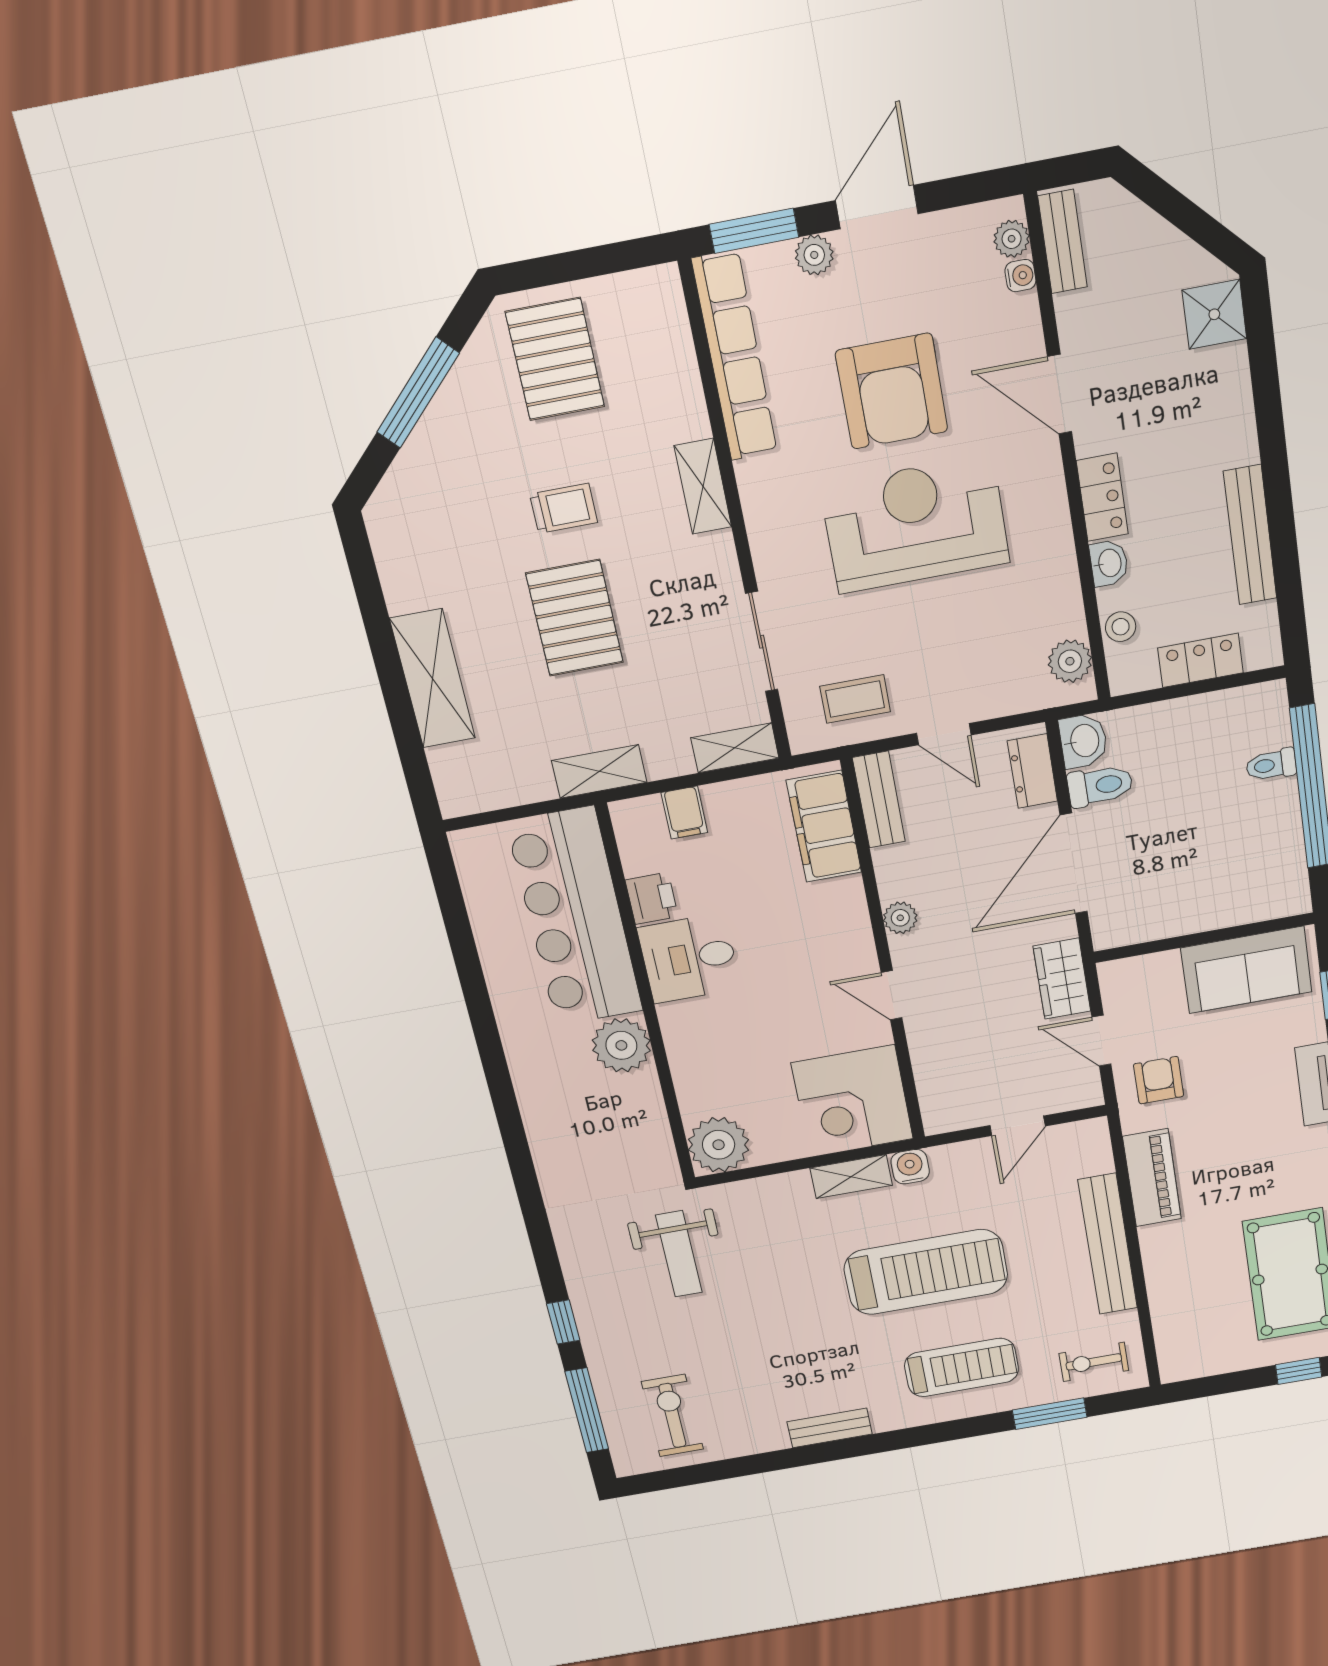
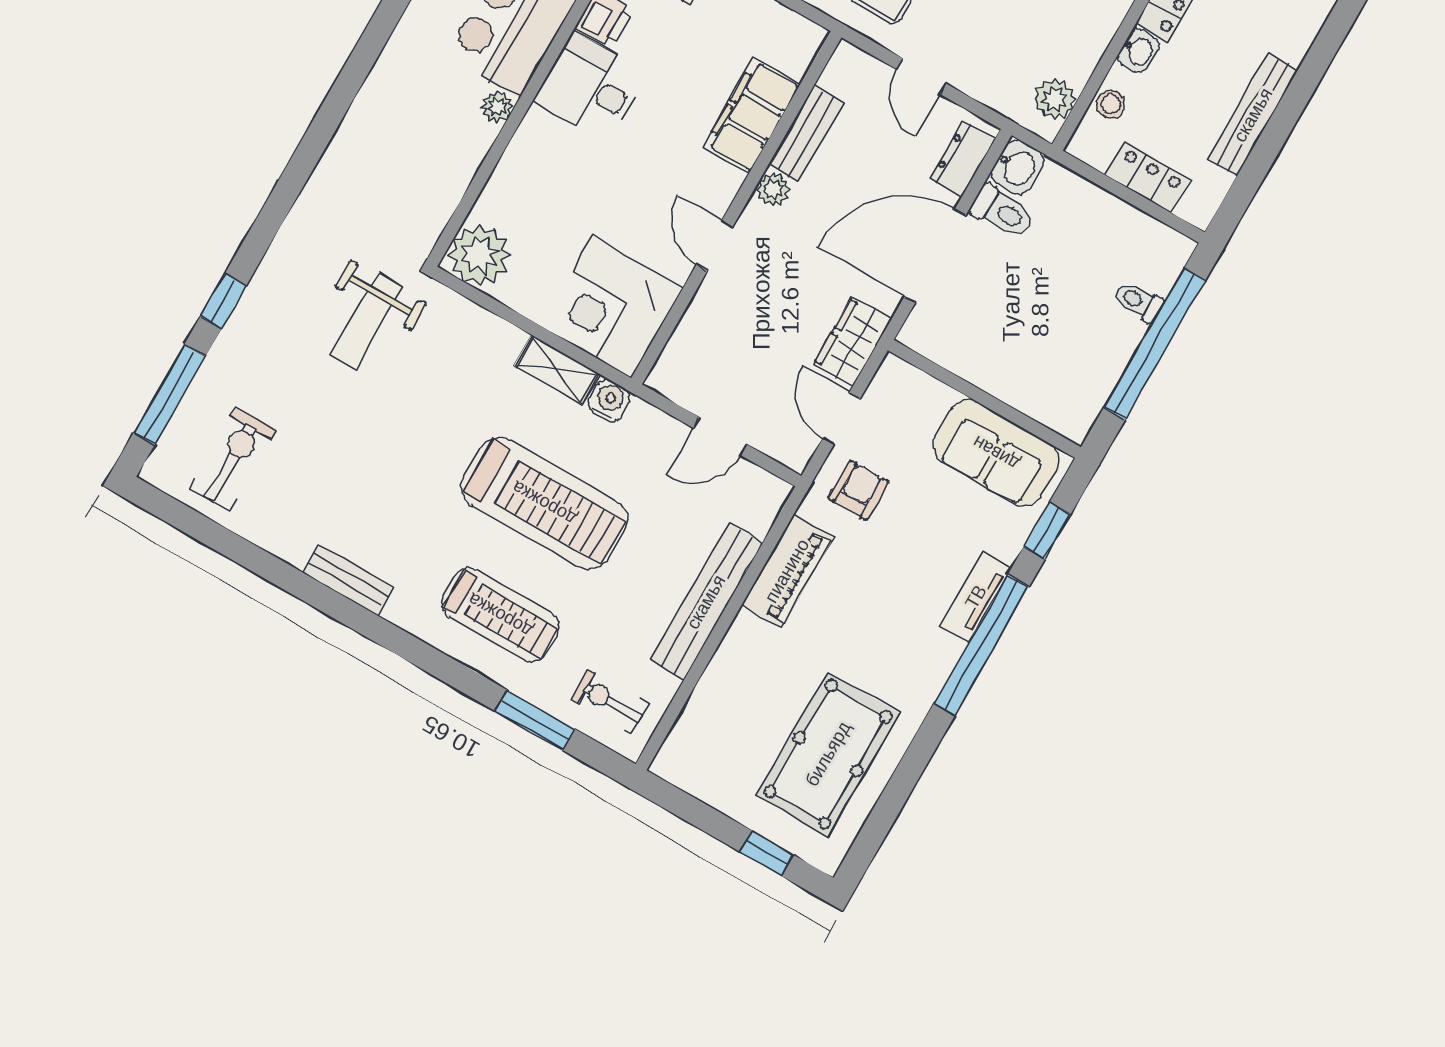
bench: (879, 800) -> (806, 133), moved
filing cabinet: (824, 826) -> (752, 116), moved
plant: (621, 1045) -> (497, 107), width x0.53, depth x0.53

